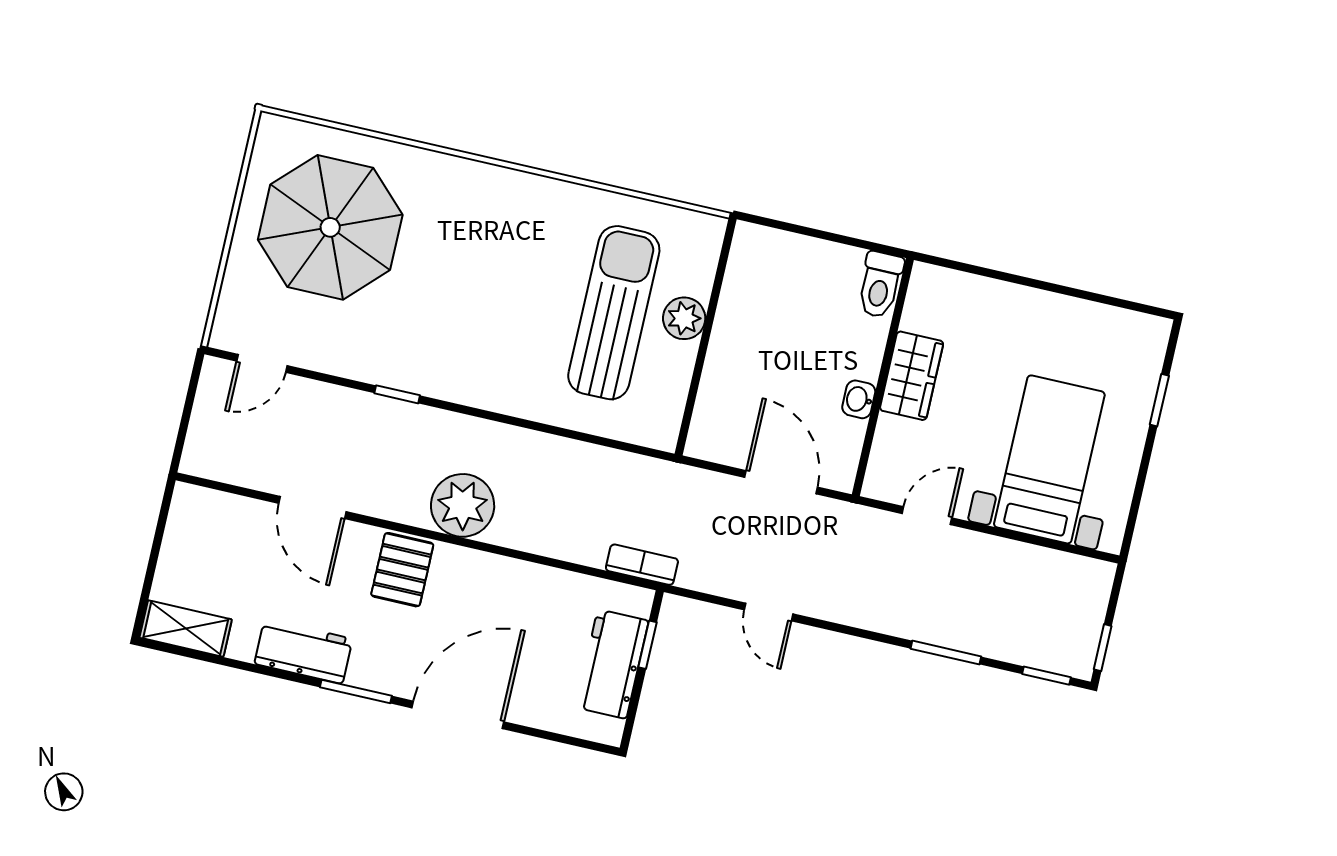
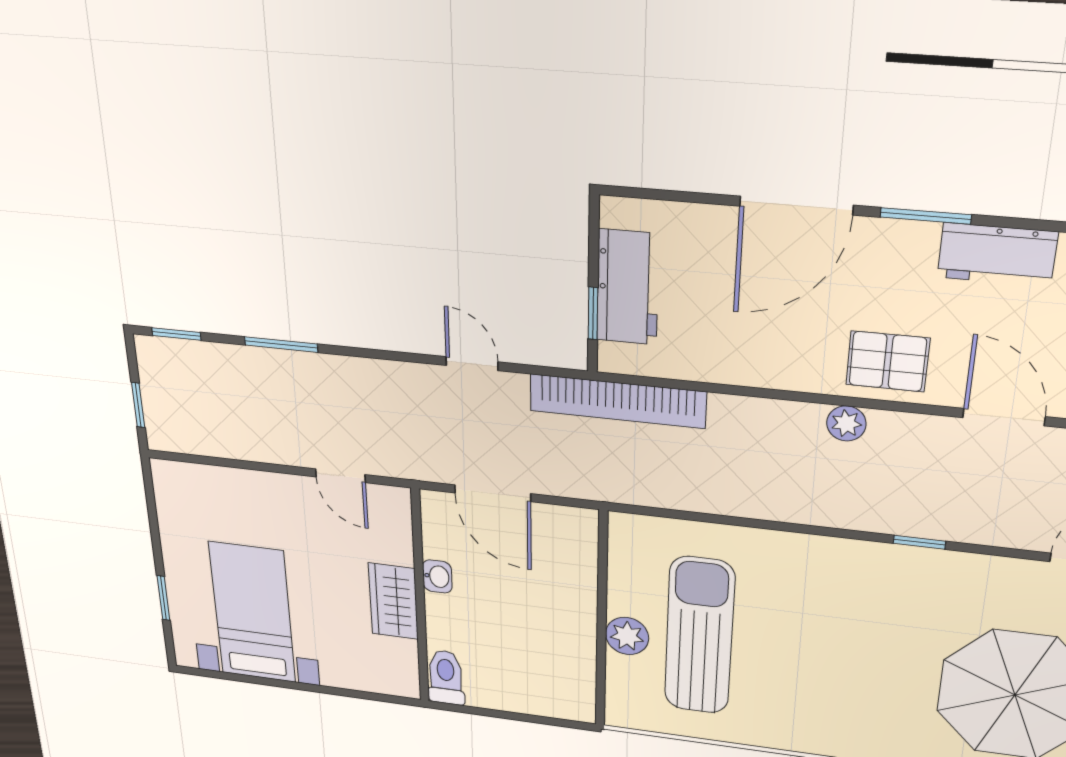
sun lounger: (614, 313) -> (699, 636), turned 180
bed with nightstands: (1049, 459) -> (253, 613), moved, turned 180
plant: (463, 505) -> (846, 423), width x0.53, depth x0.53
door: (927, 516) -> (340, 476), hinge flipped
bookcase: (642, 565) -> (618, 401), width x2.31, depth x1.31
pallet: (402, 570) -> (888, 361), turned 90
window: (1103, 648) -> (138, 405), moved

